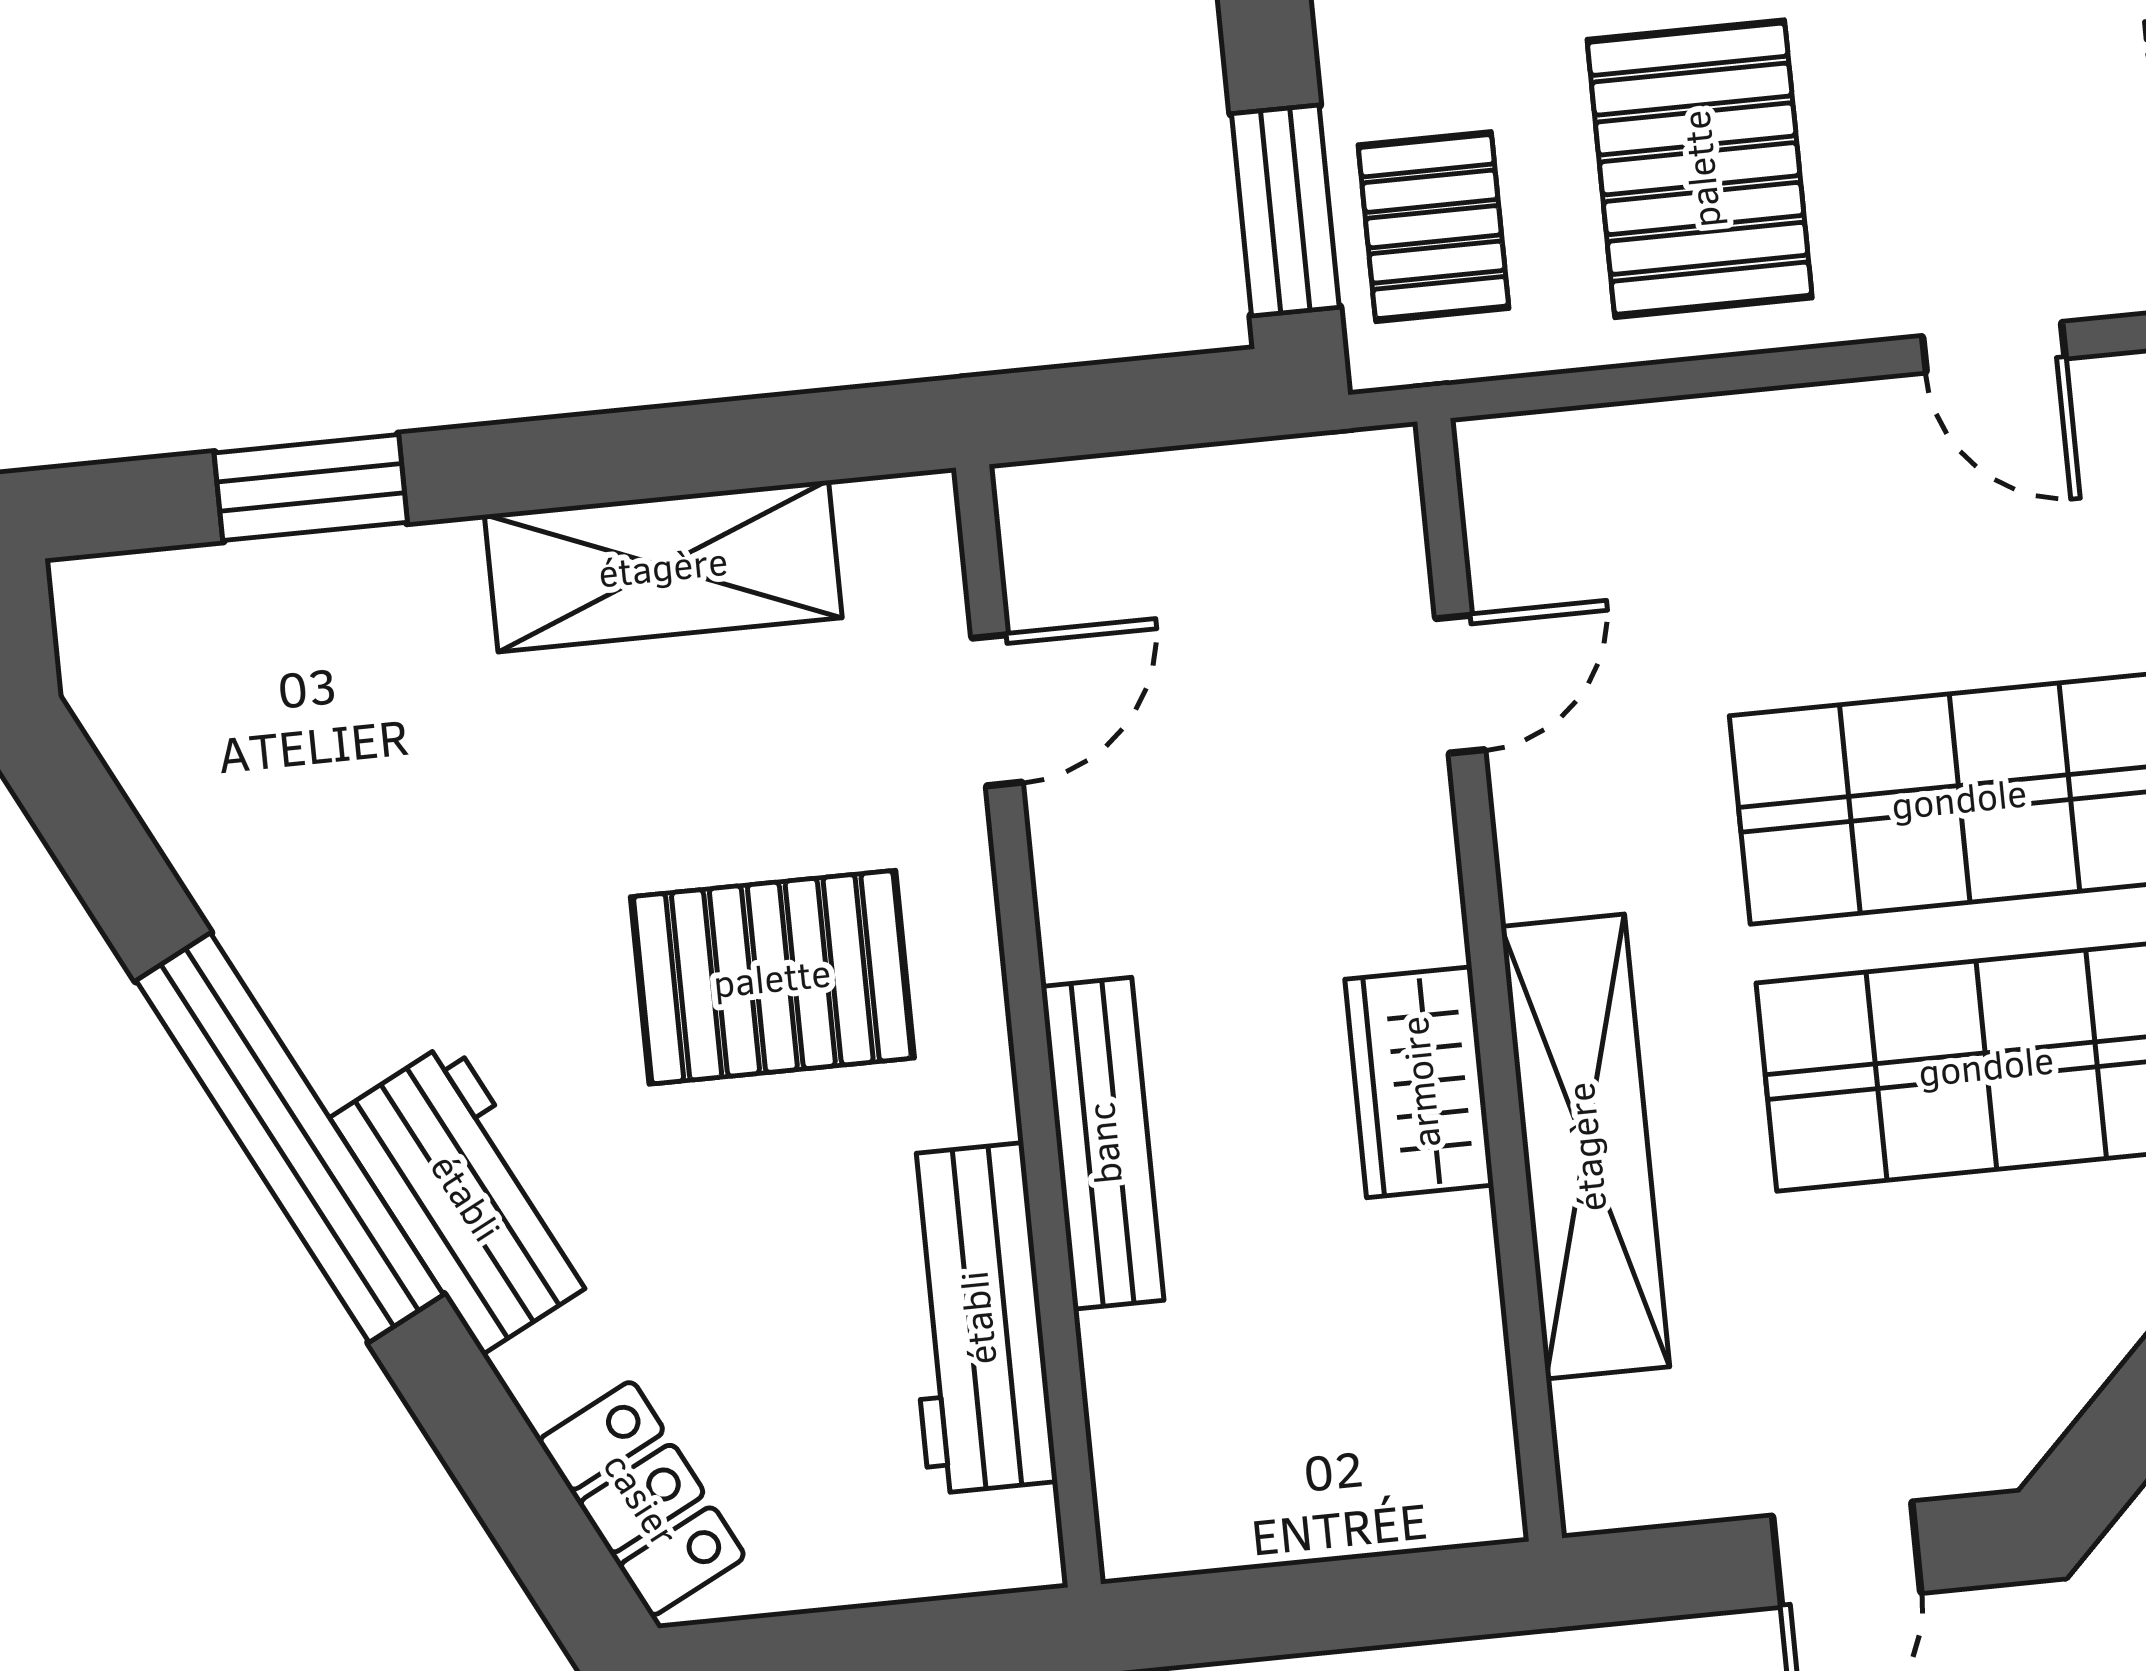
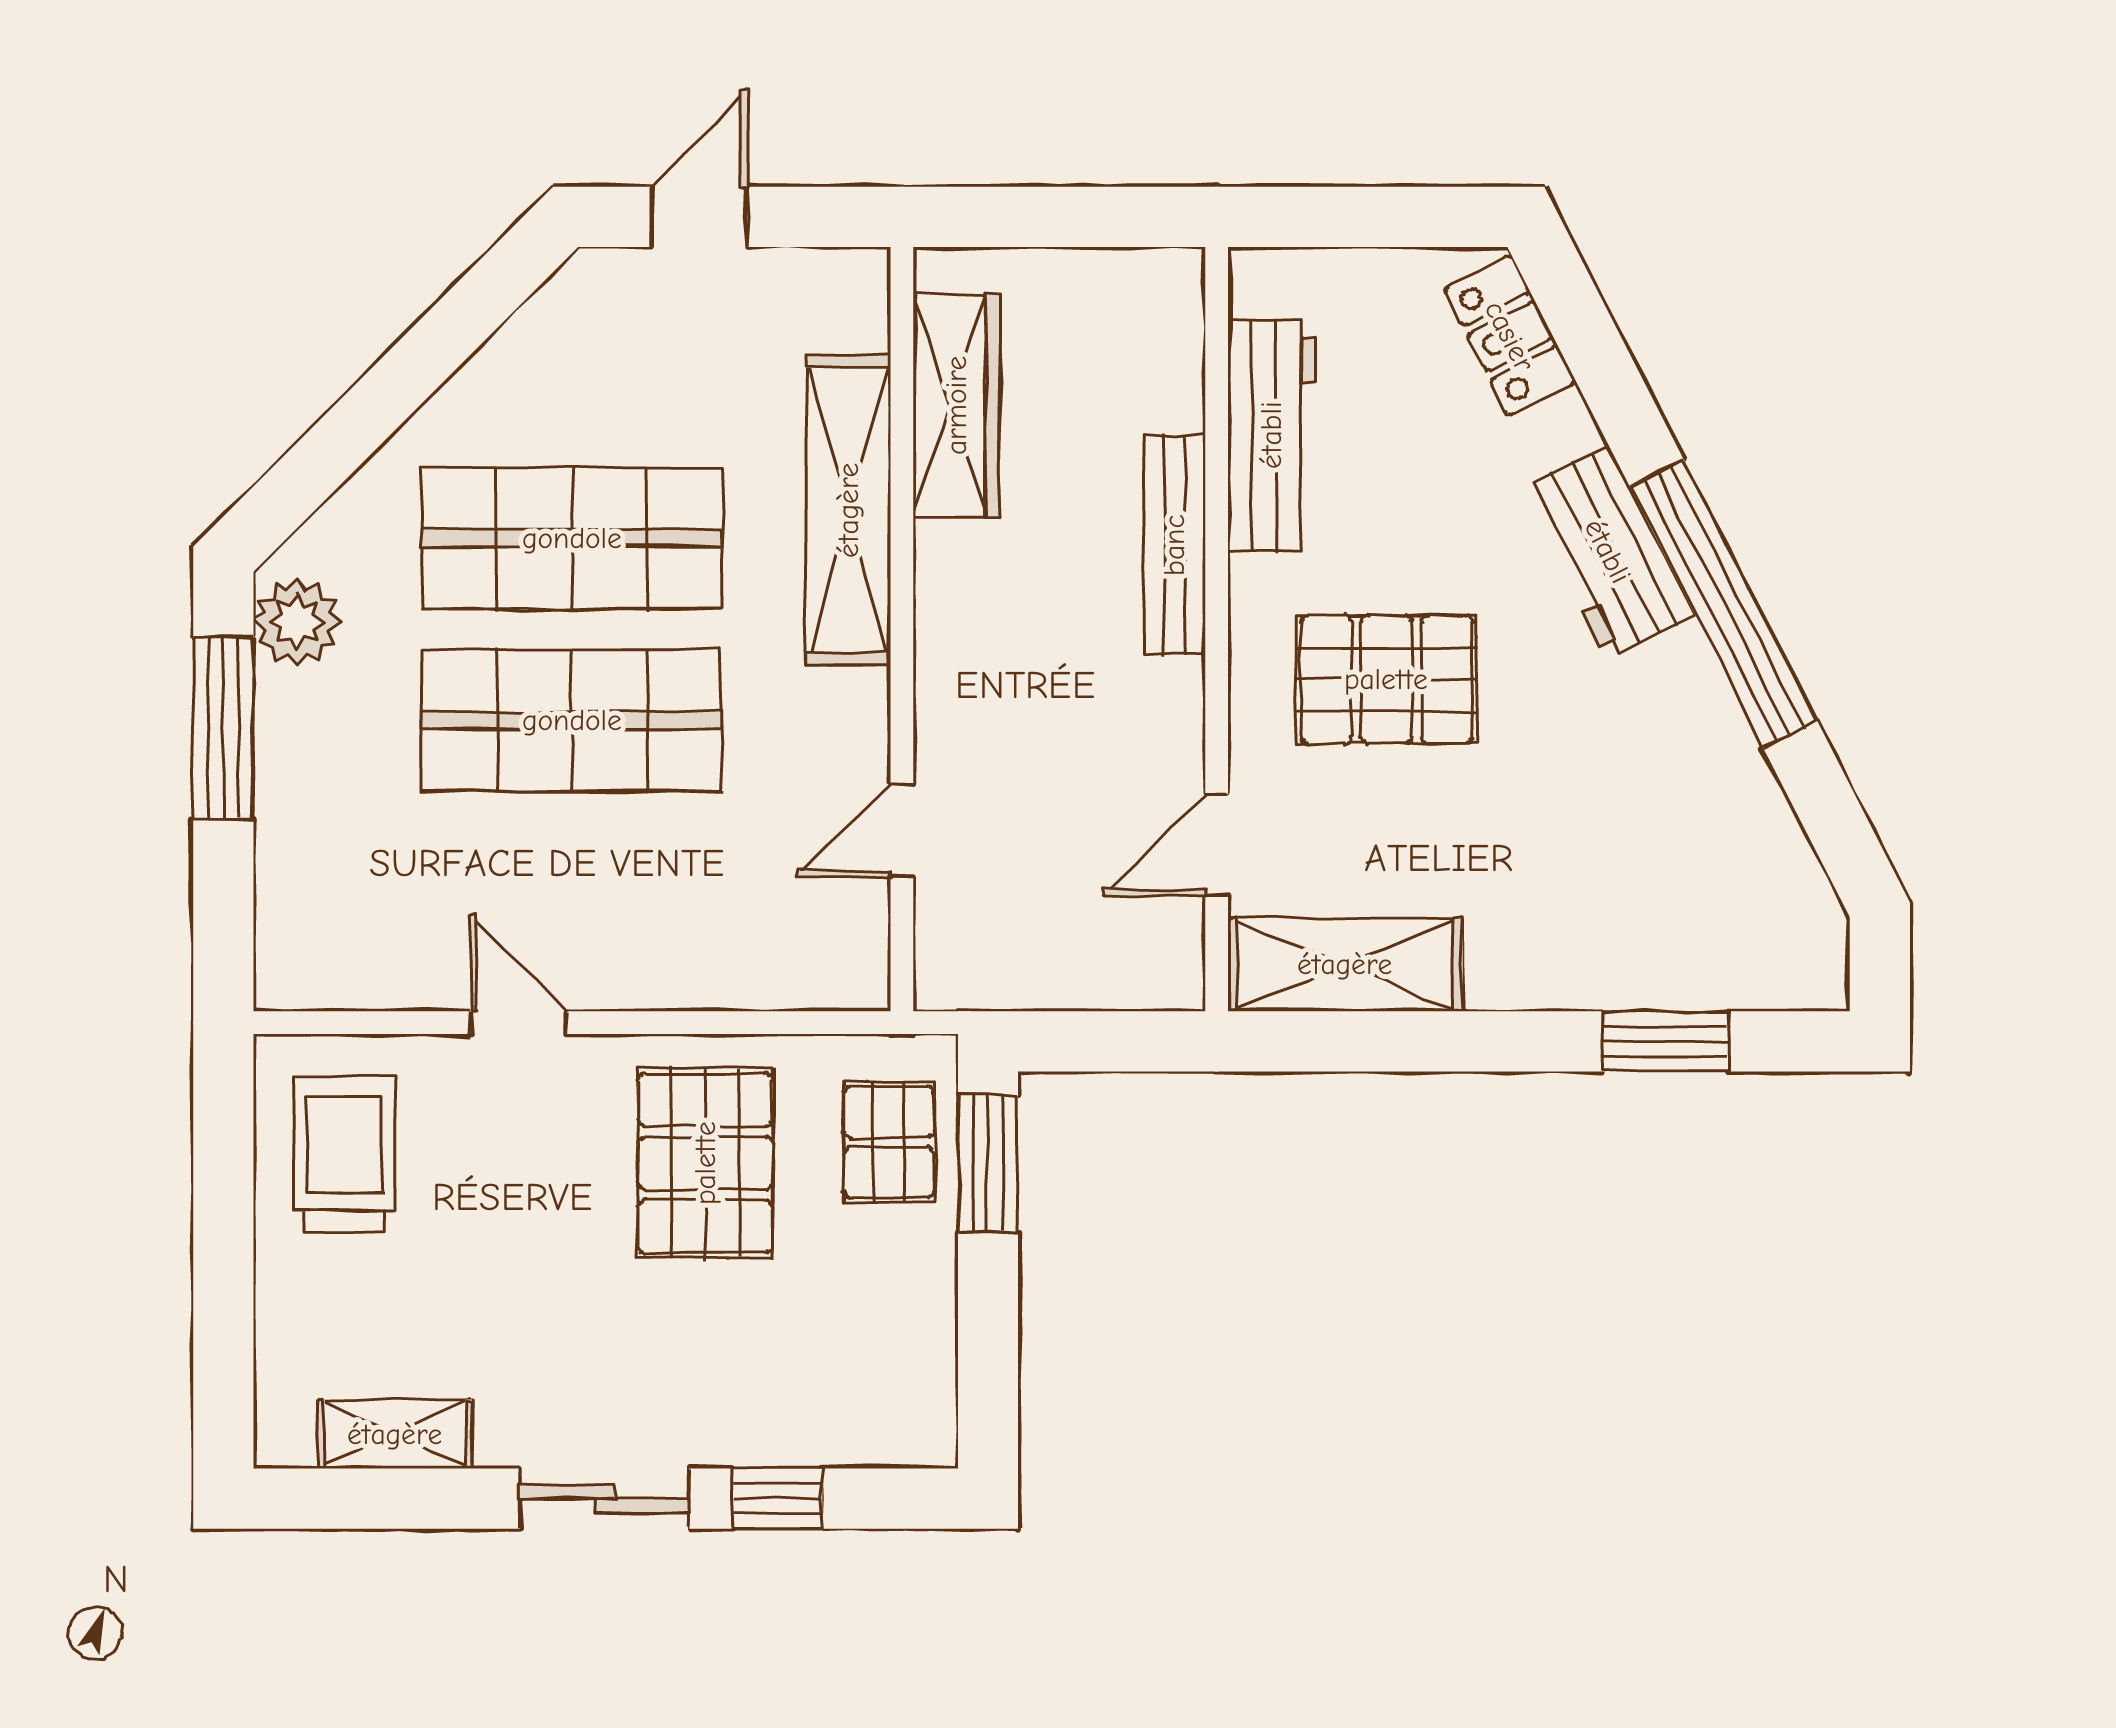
shelving: (663, 566) -> (1345, 964), moved
wardrobe: (1419, 1082) -> (956, 405), moved, width x1.50

